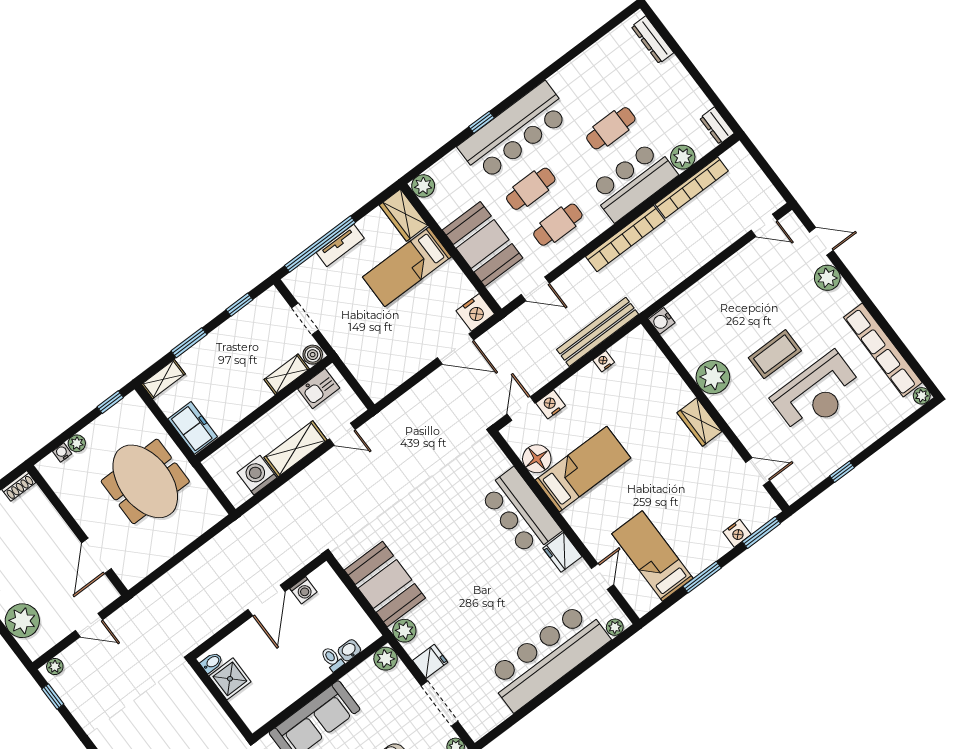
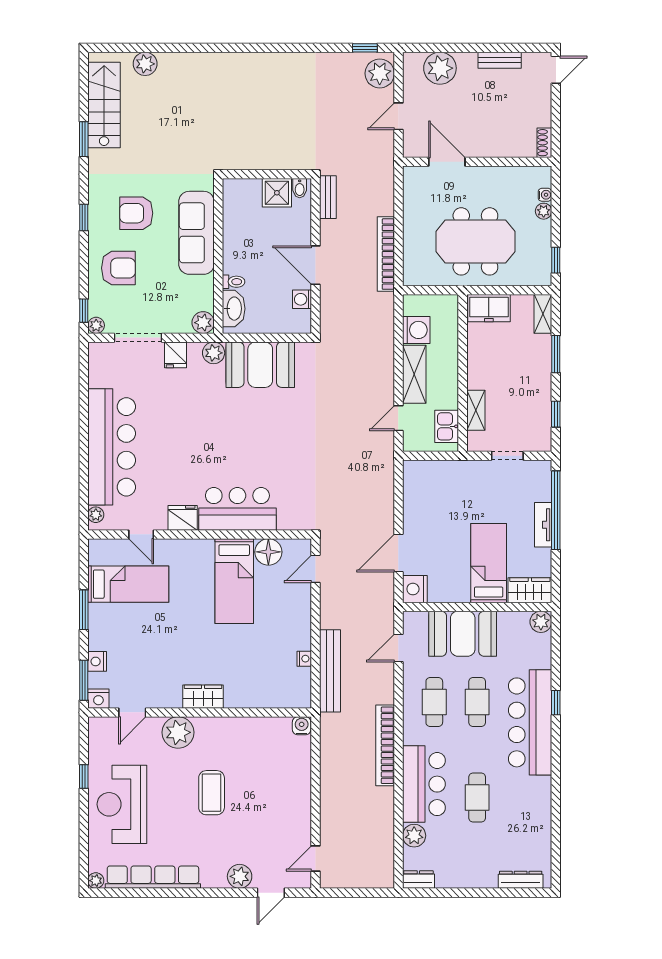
bookcase: (692, 188) -> (386, 254), moved
boiler: (313, 355) -> (476, 441), removed
plant: (713, 377) -> (178, 732), moved
reception desk: (817, 394) -> (122, 804), moved
nightstand: (551, 404) -> (98, 699), moved, turned 90
door: (521, 408) -> (316, 569), swing flipped
bench: (201, 633) -> (328, 197), added
washbasin: (349, 650) -> (234, 309), width x1.91, depth x1.45
plant: (55, 666) -> (380, 73), width x1.87, depth x1.87

